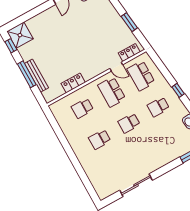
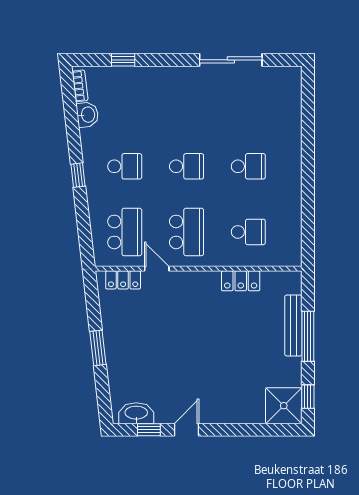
window: (129, 22) -> (98, 348), moved

